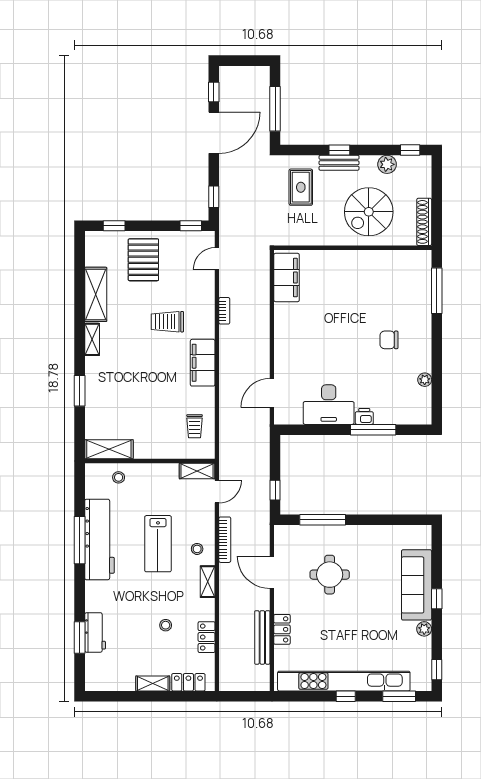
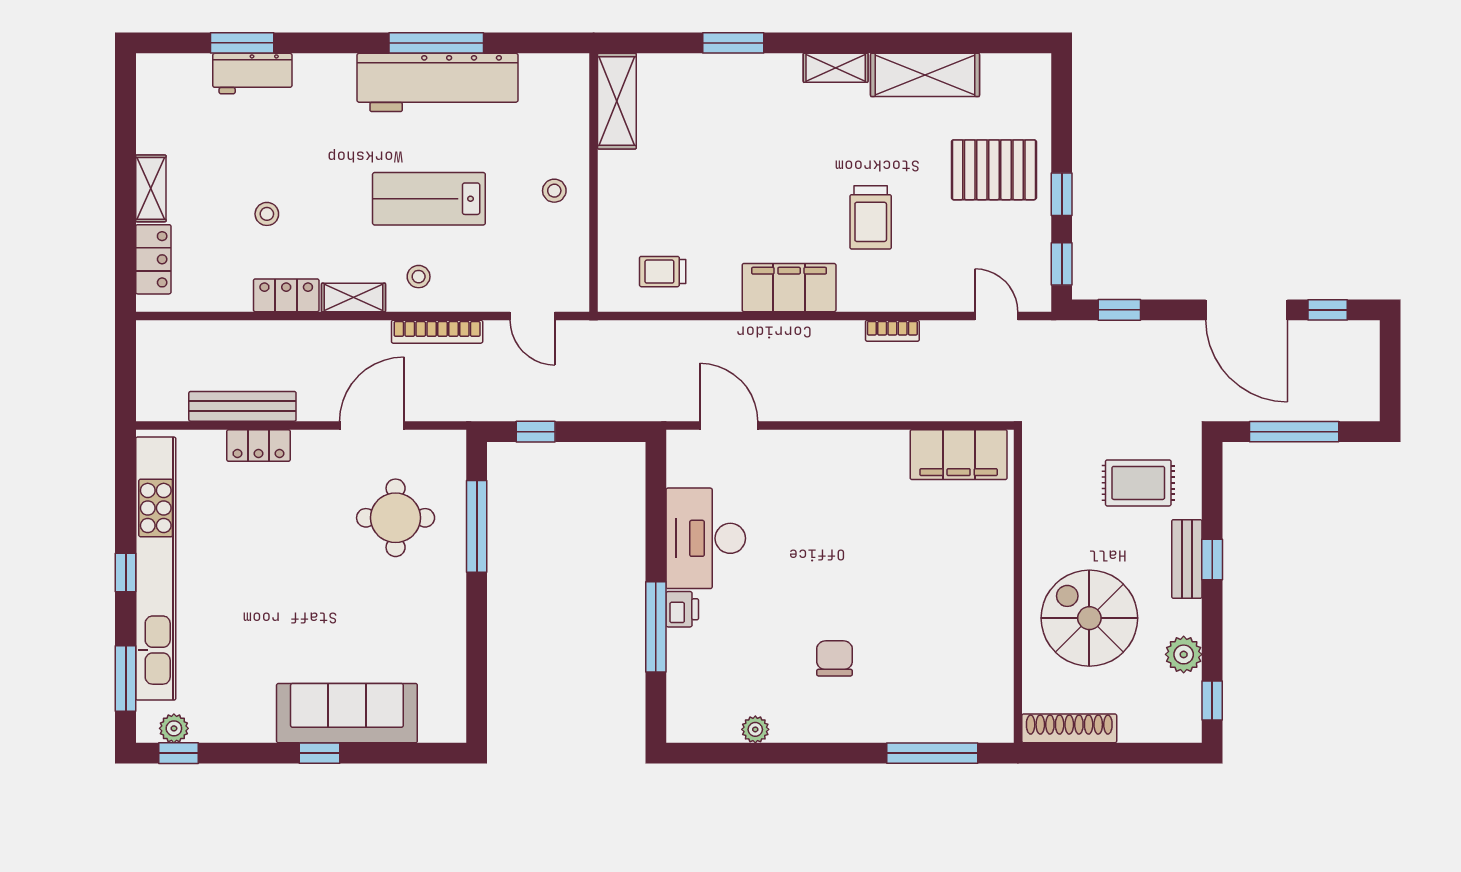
window: (114, 226) -> (1062, 194), moved
trolley: (167, 322) -> (871, 217), turned 180
shelving: (197, 471) -> (574, 276), removed
stool: (119, 477) -> (554, 191), moved
round table: (330, 575) -> (396, 518), moved
plant: (424, 629) -> (174, 728), moved
locker: (207, 637) -> (286, 295), moved

